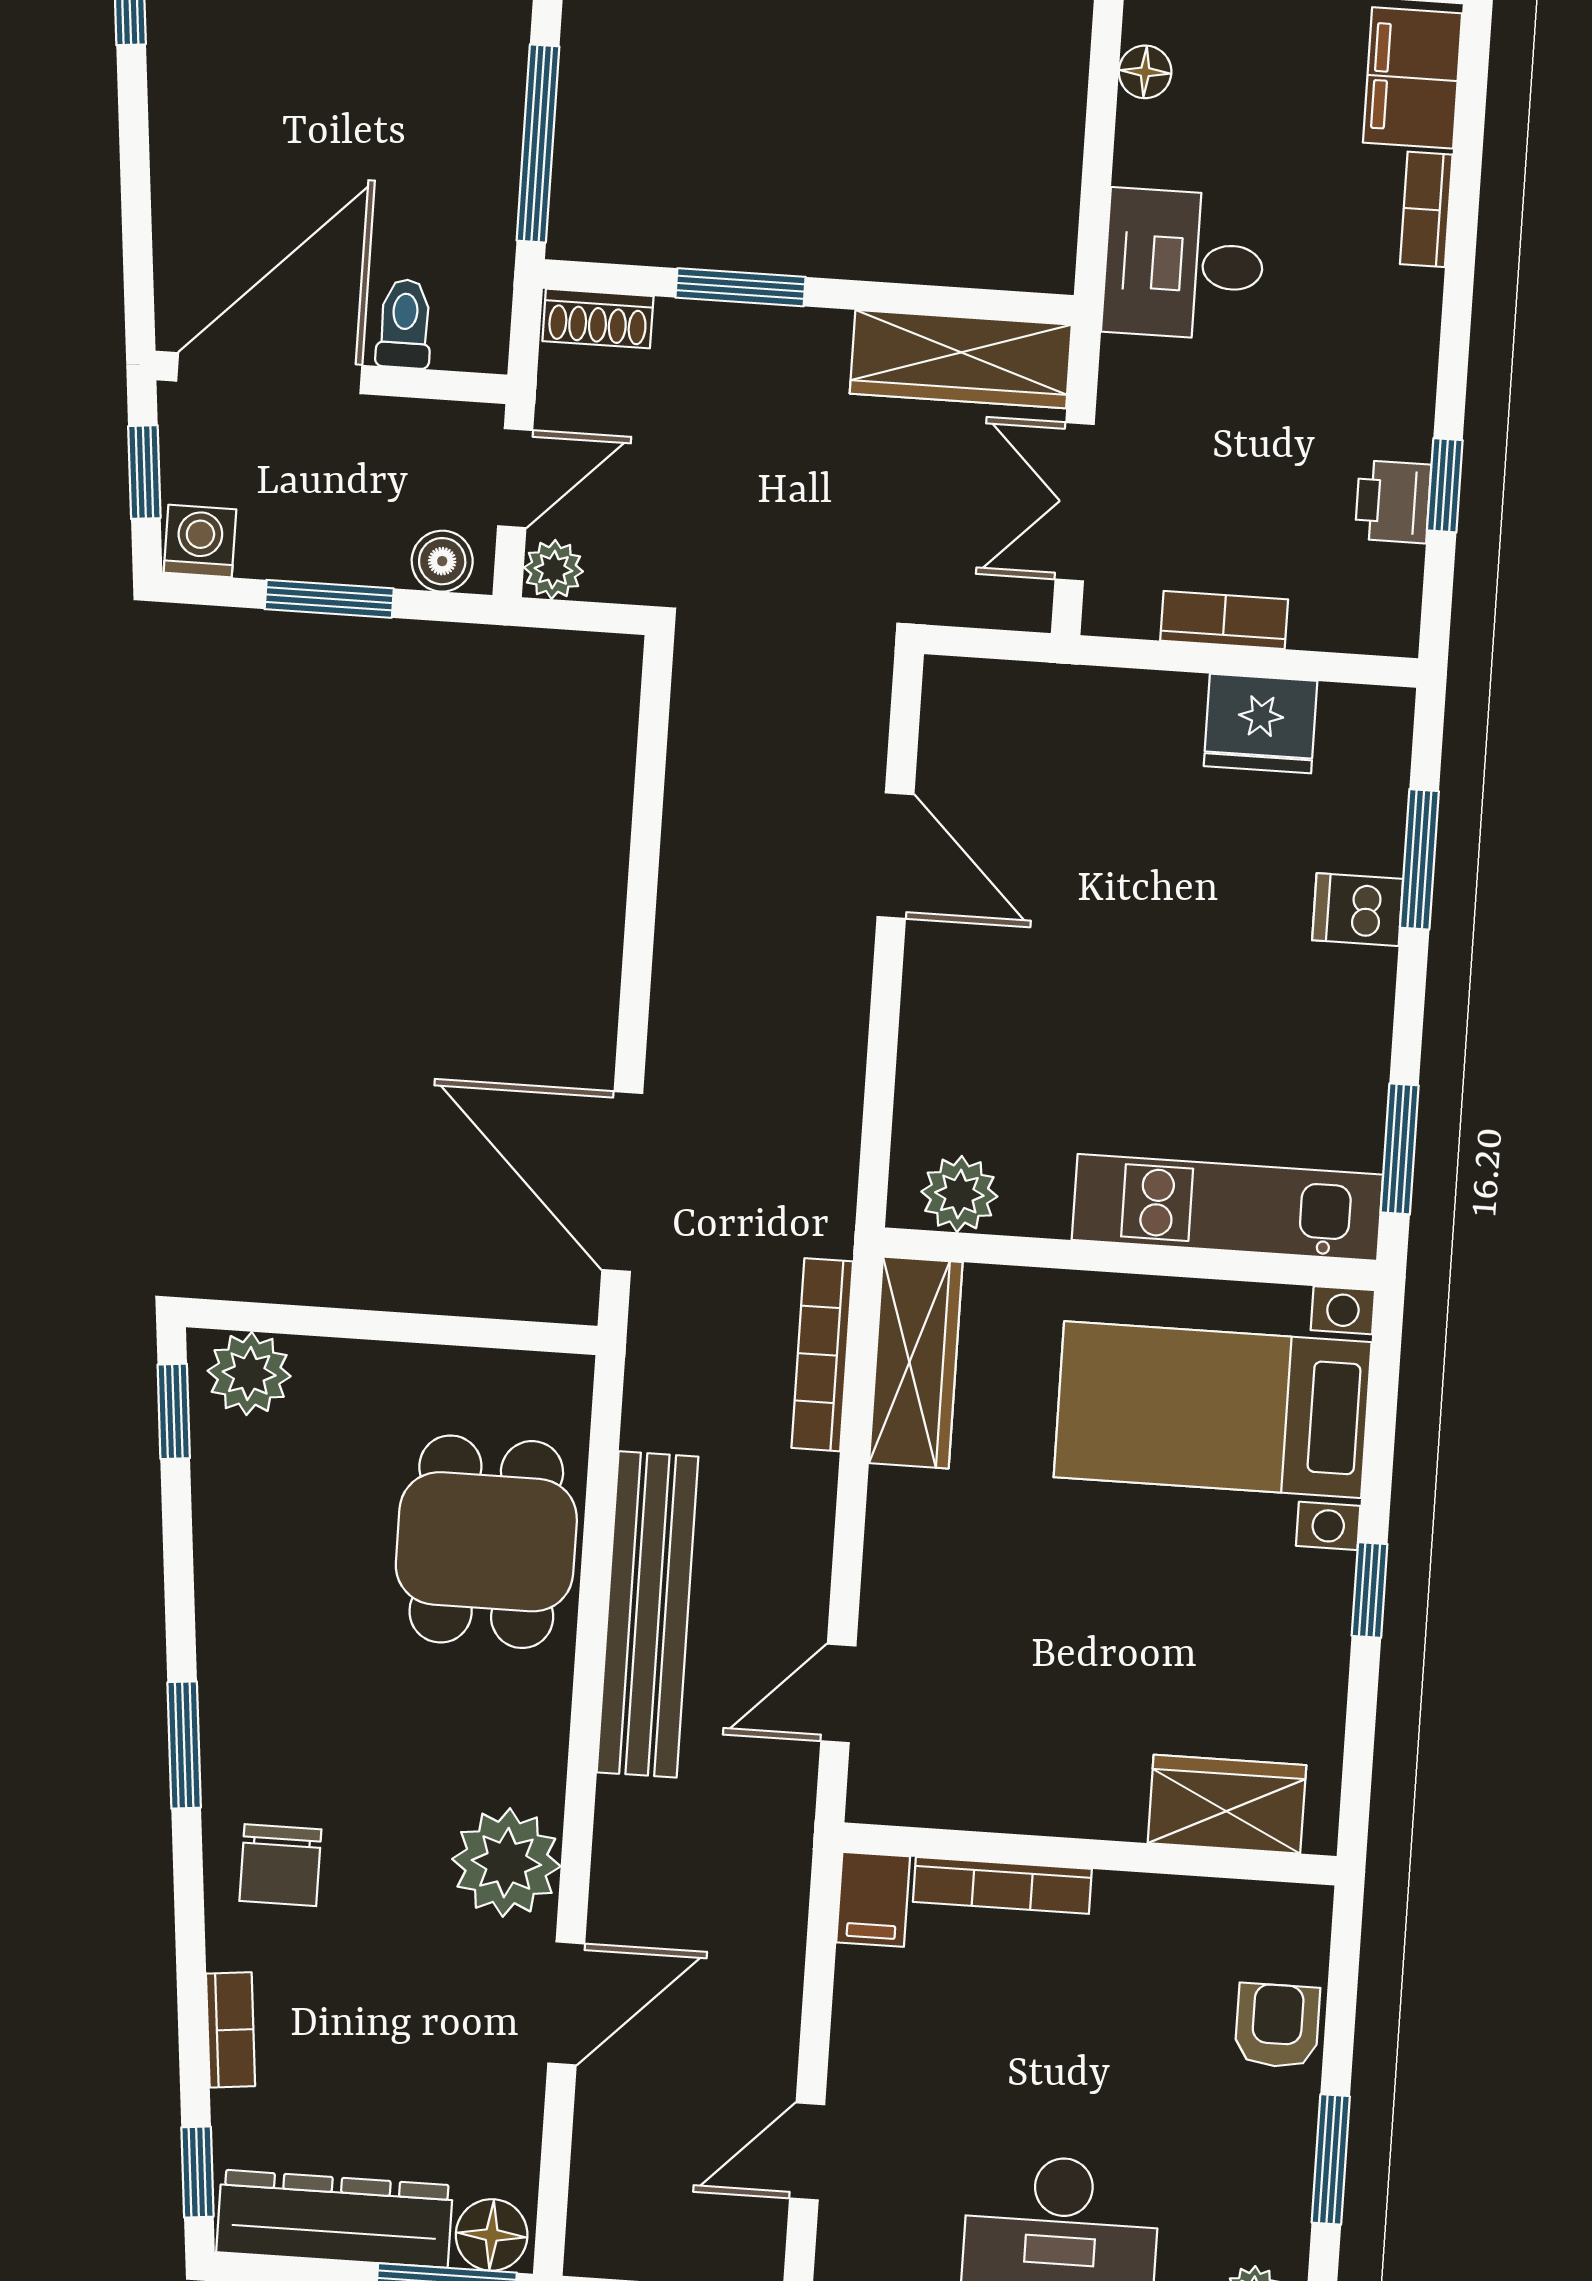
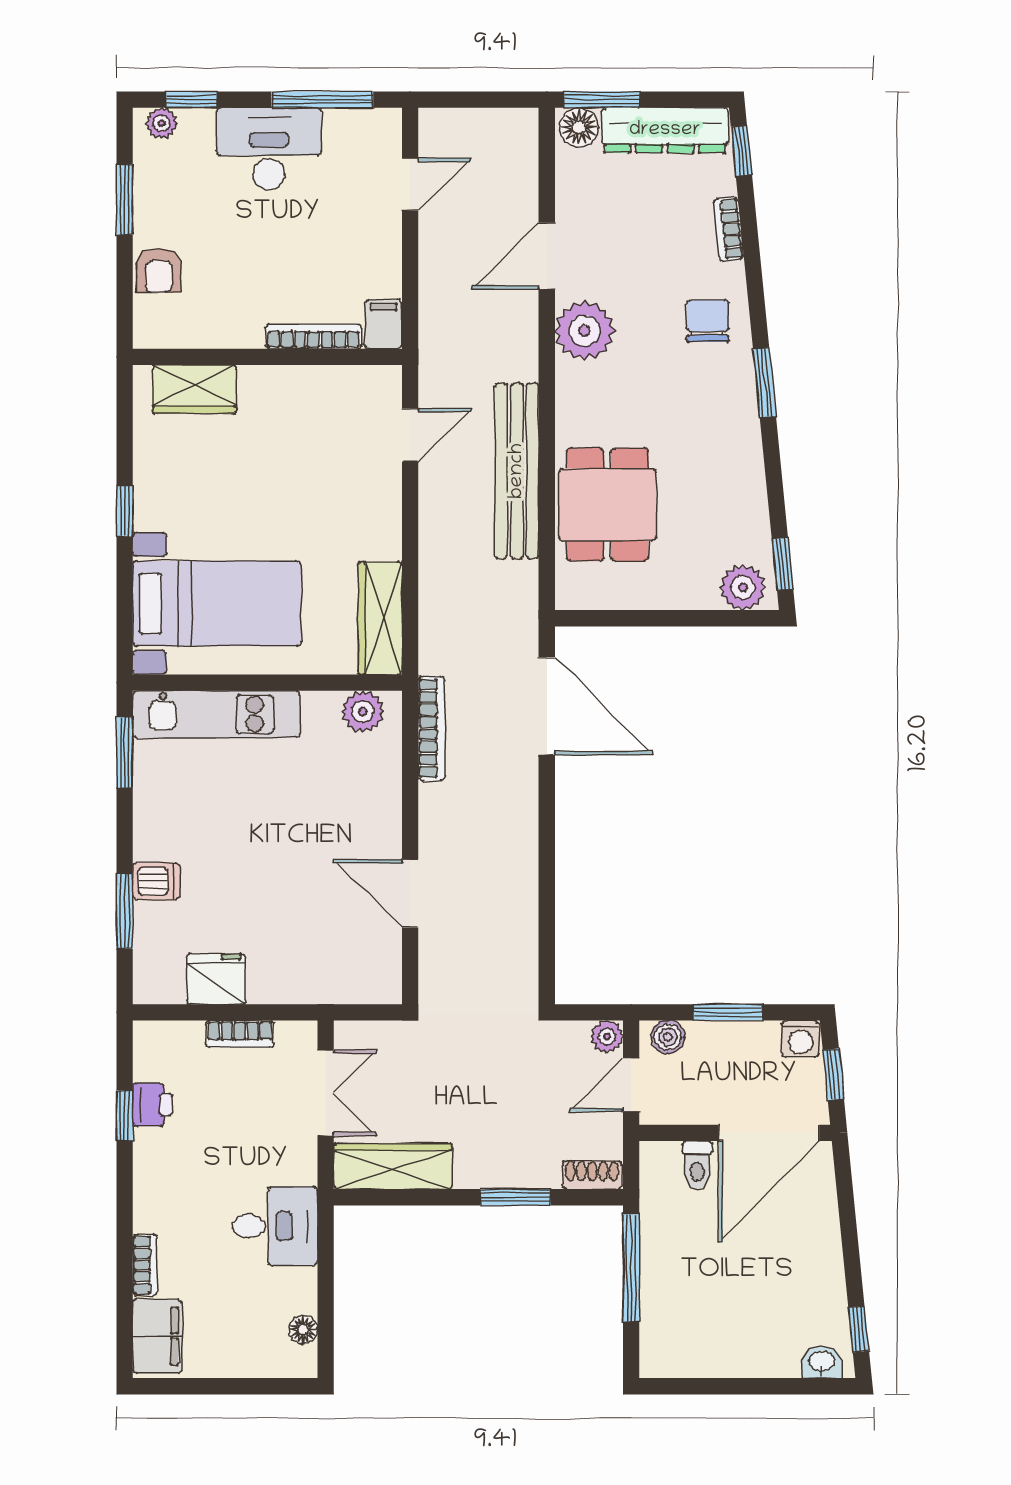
bookcase: (822, 1355) -> (431, 728), moved

